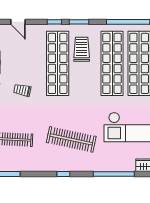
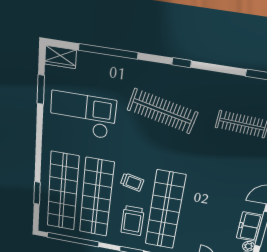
trolley: (22, 90) -> (132, 182), moved

